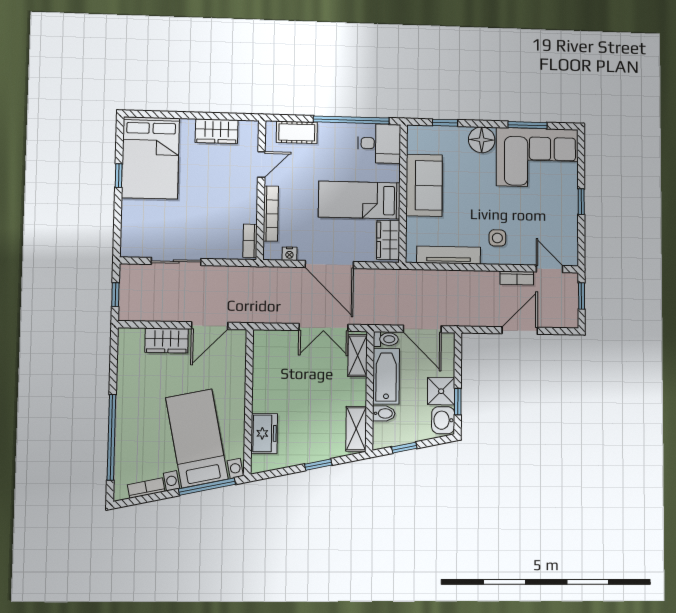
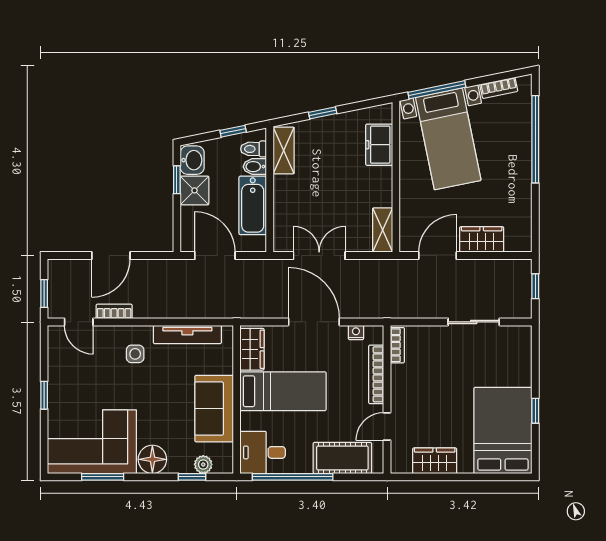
cot: (297, 132) -> (342, 458), width x1.37, depth x1.34
plant: (435, 134) -> (203, 464), added
toilet: (386, 339) -> (253, 149), moved
shelving: (358, 356) -> (383, 230), moved

